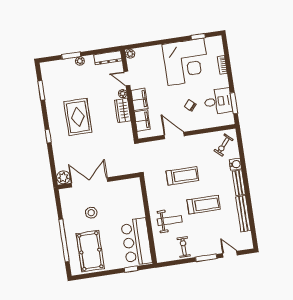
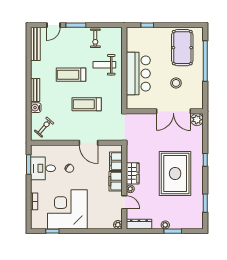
rug: (78, 117) -> (175, 173), width x1.37, depth x1.44
bench: (243, 214) -> (35, 44), moved
bar counter: (136, 242) -> (138, 73), moved
door: (230, 254) -> (53, 25), hinge flipped

